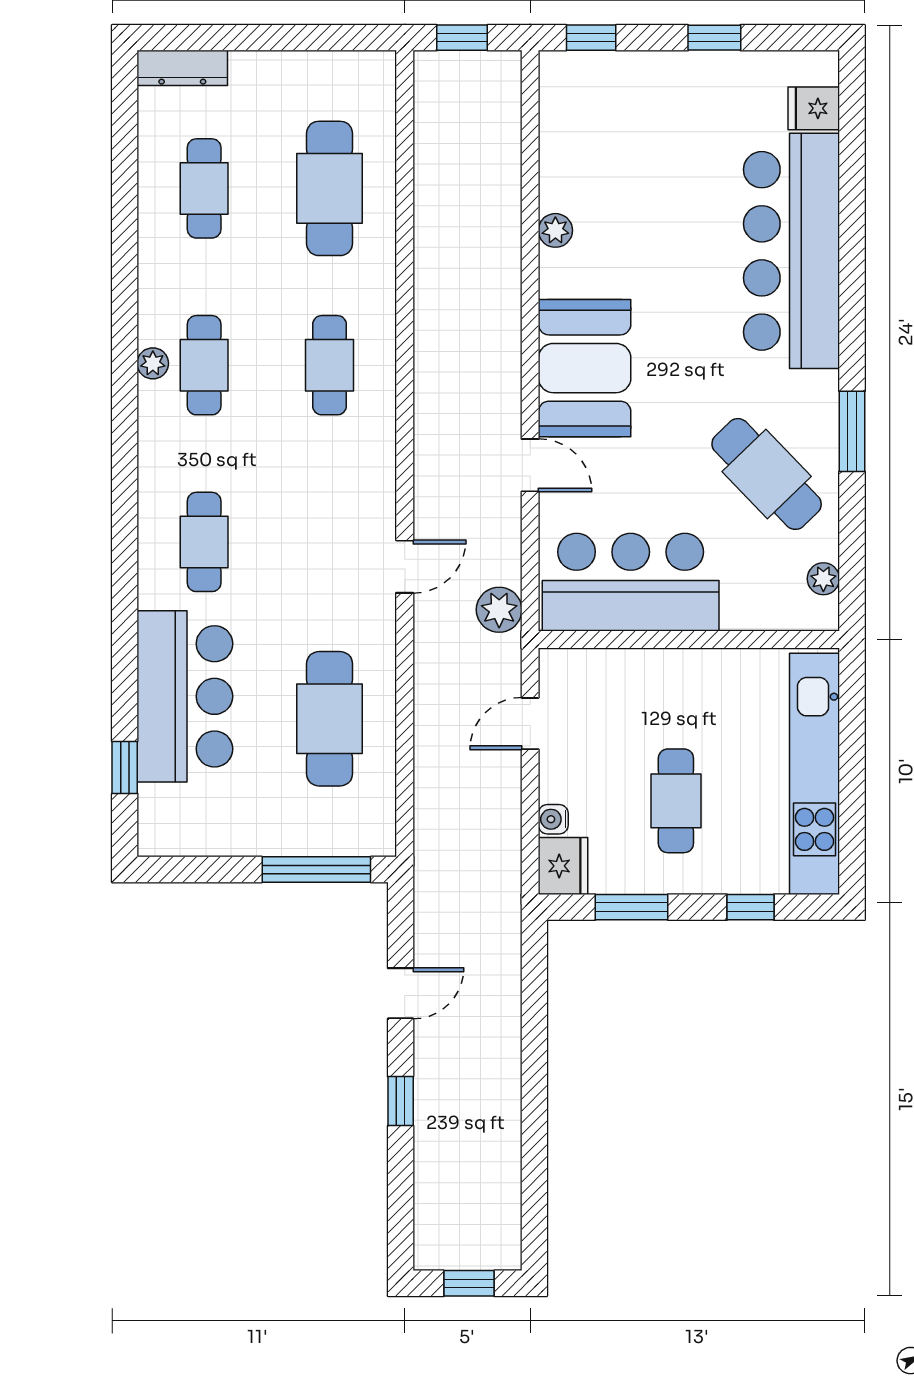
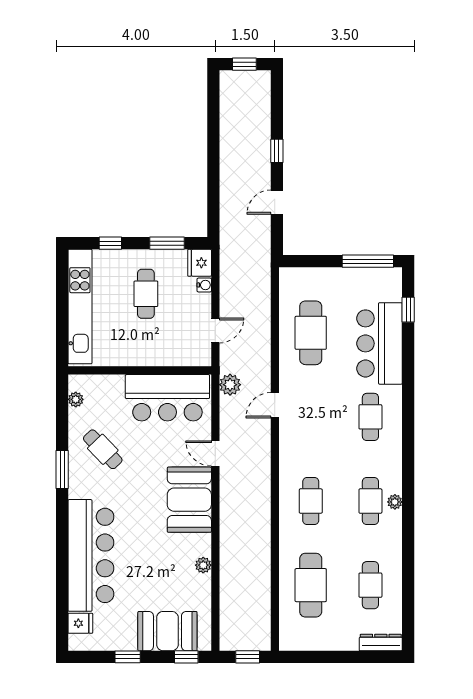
booth: (631, 92) -> (167, 631), added
cafe table: (767, 474) -> (103, 449), width x0.73, depth x0.74
window: (316, 869) -> (368, 261), moved

